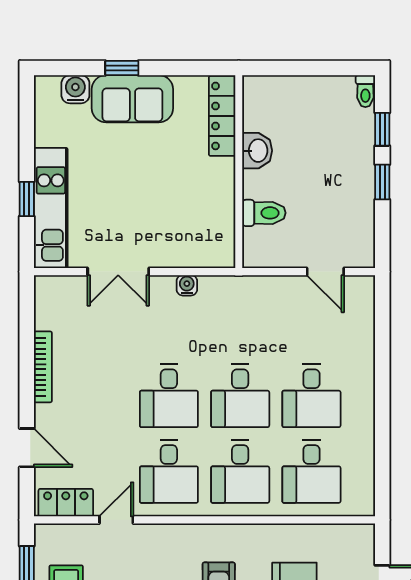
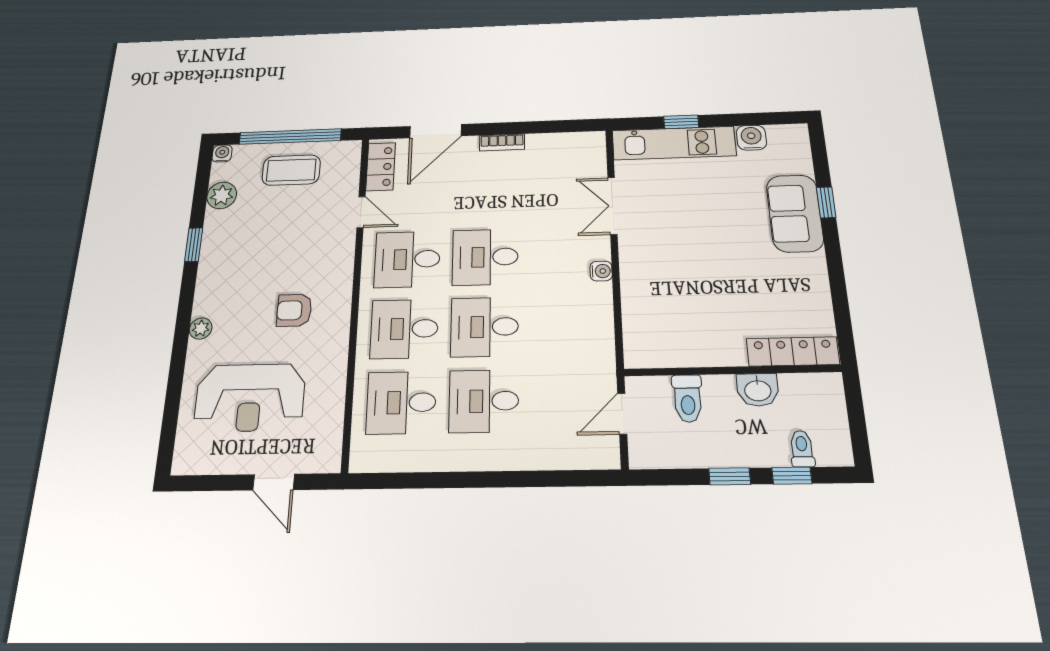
water cooler: (75, 89) -> (751, 138), moved, turned -90
toilet: (365, 91) -> (802, 449), moved, turned 90
locker: (222, 116) -> (793, 351), moved
washbasin: (257, 151) -> (758, 390), moved
wall: (239, 172) -> (732, 370), moved
toilet: (264, 213) -> (688, 398), moved
bookcase: (43, 367) -> (502, 142), width x0.64
door: (27, 448) -> (436, 131), width x1.38

